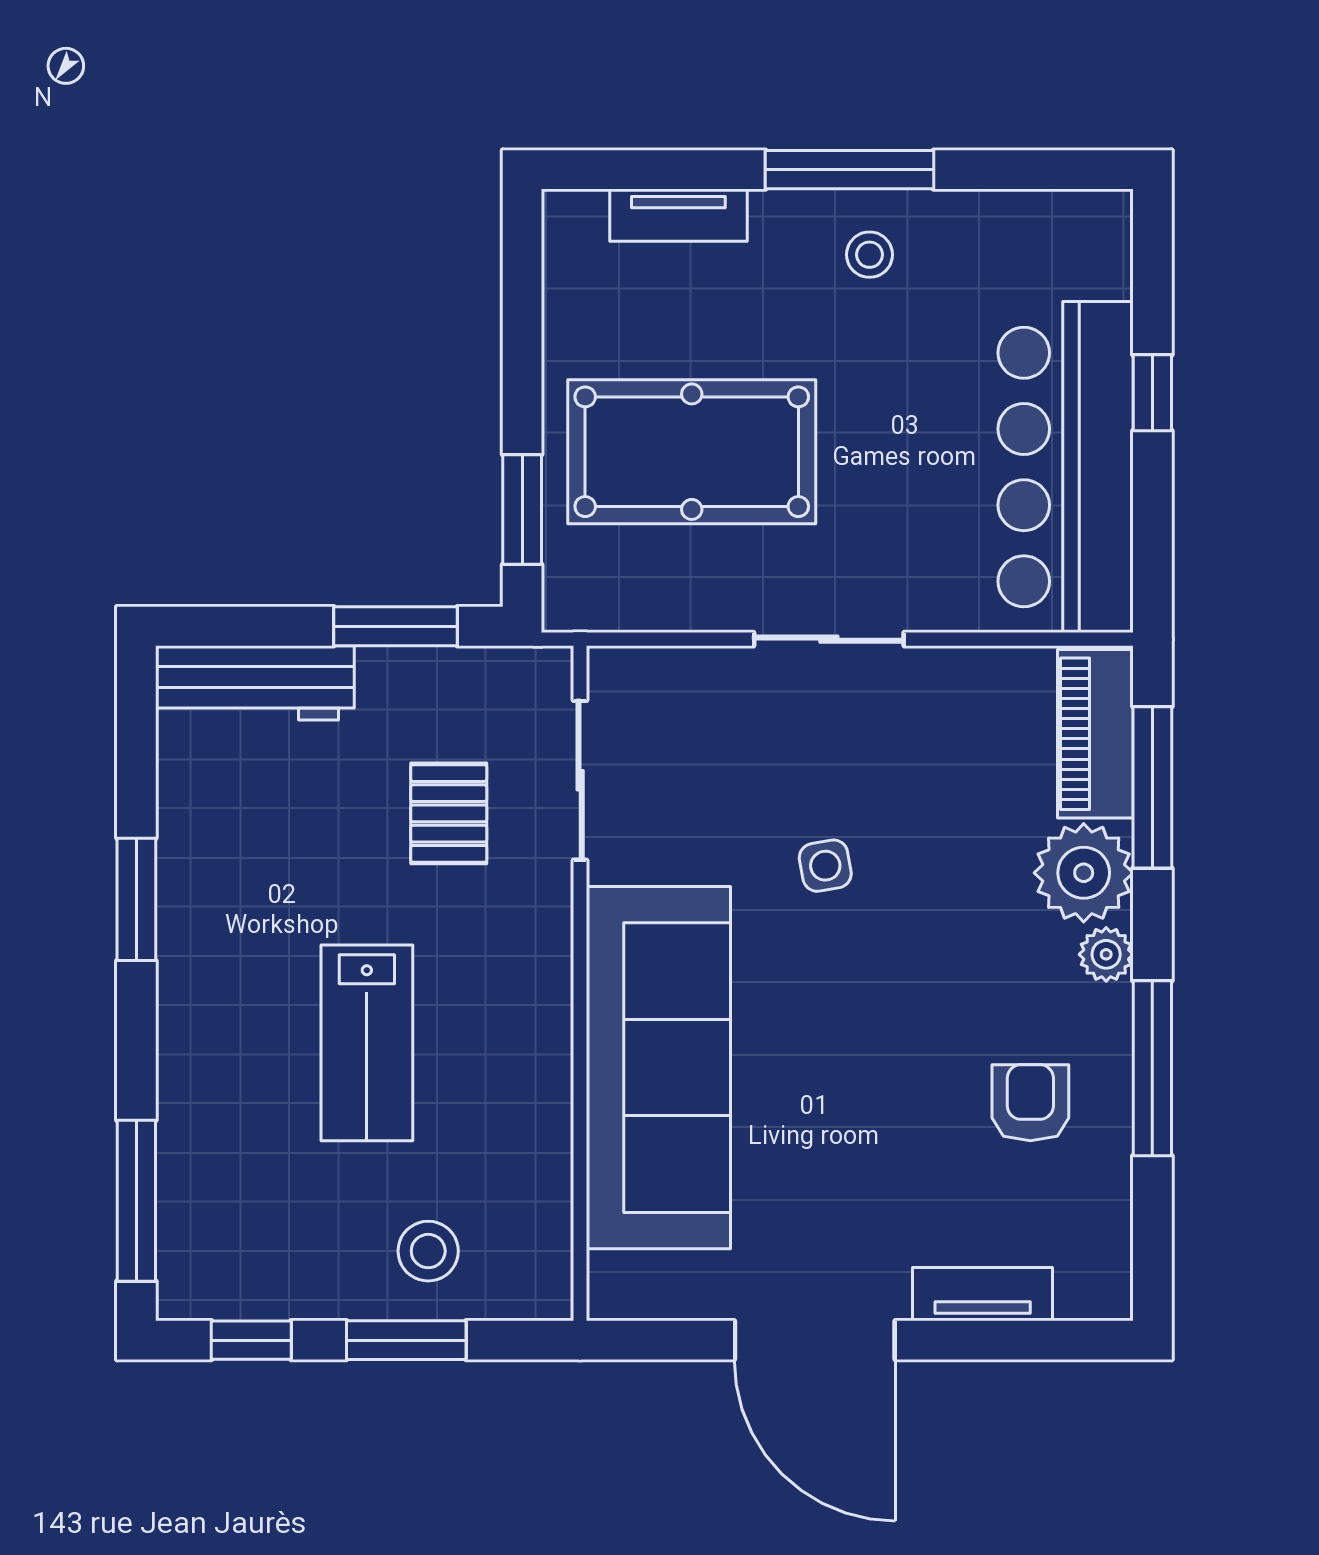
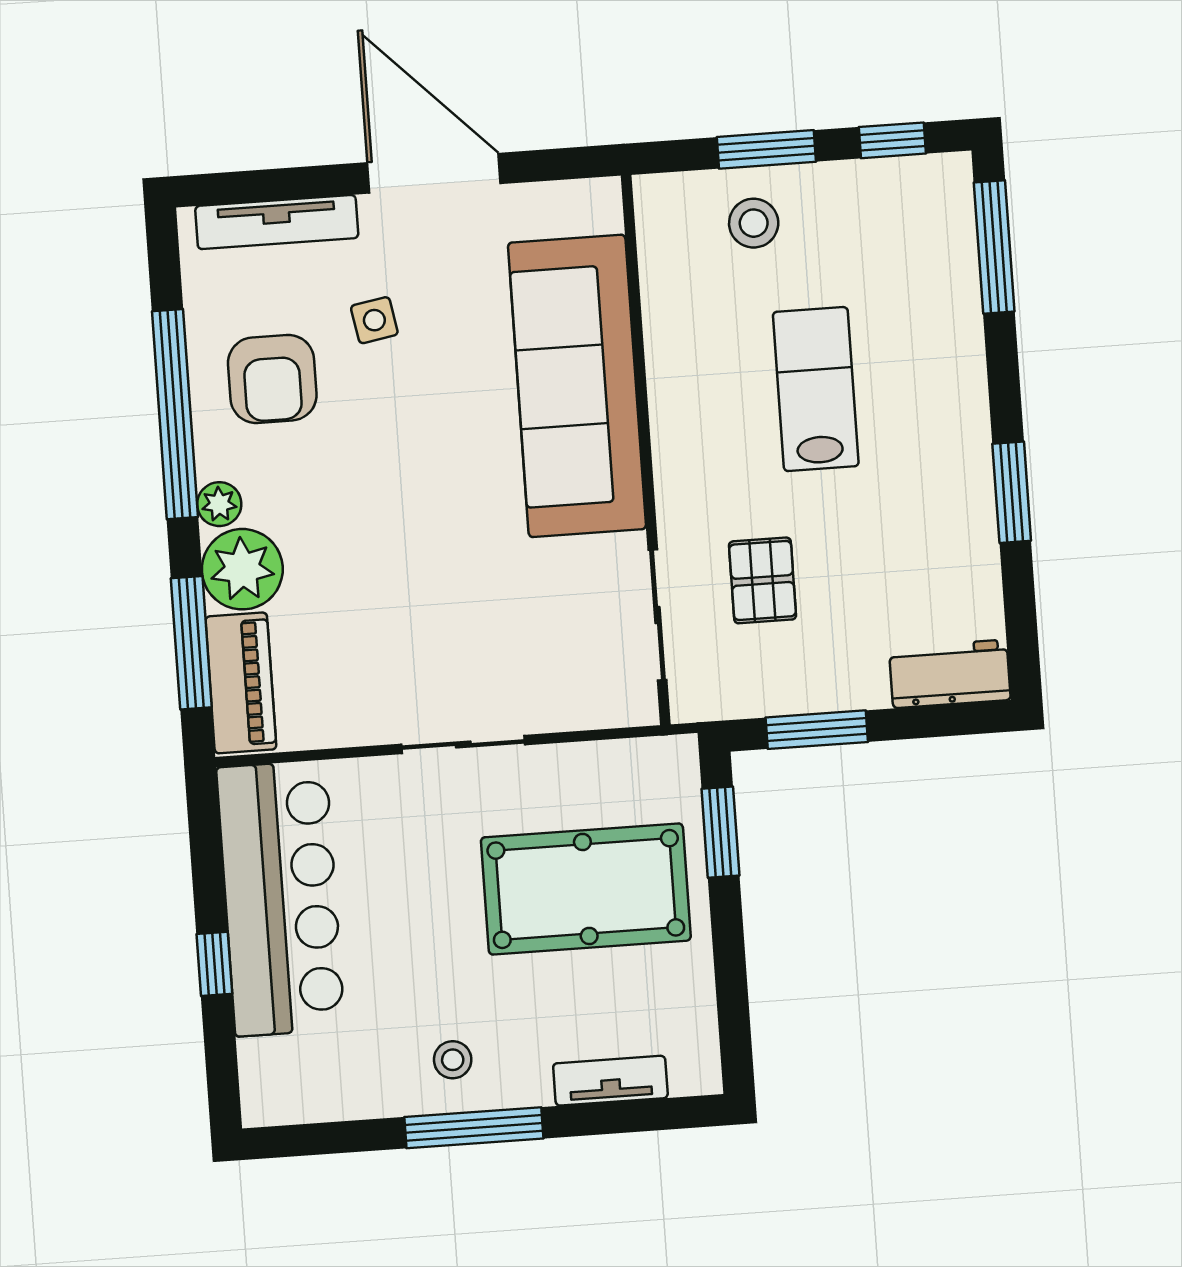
workbench: (255, 683) -> (950, 674), width x0.73
side table: (825, 866) -> (374, 320), moved
window: (1152, 1068) -> (175, 414), width x1.46
armchair: (1030, 1103) -> (272, 379), width x1.38, depth x1.38
tv unit: (983, 1294) -> (277, 222), width x1.41

